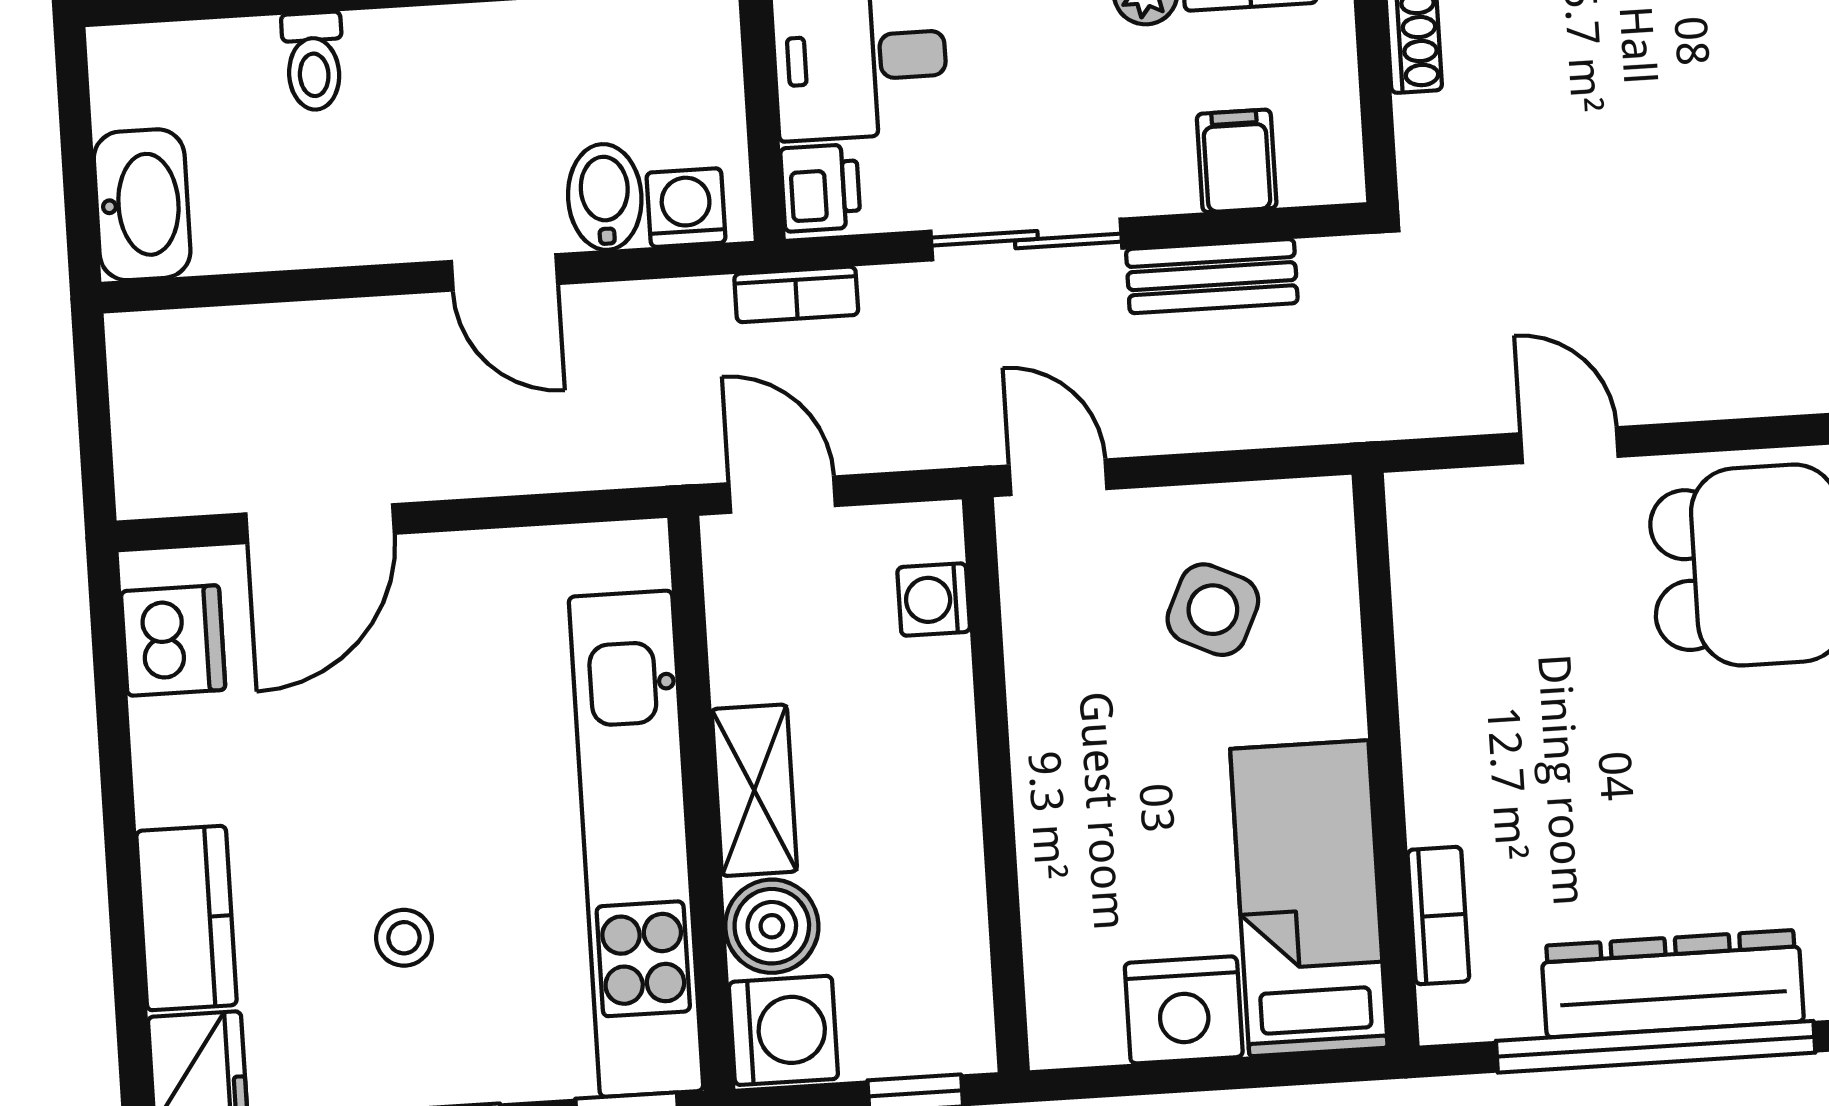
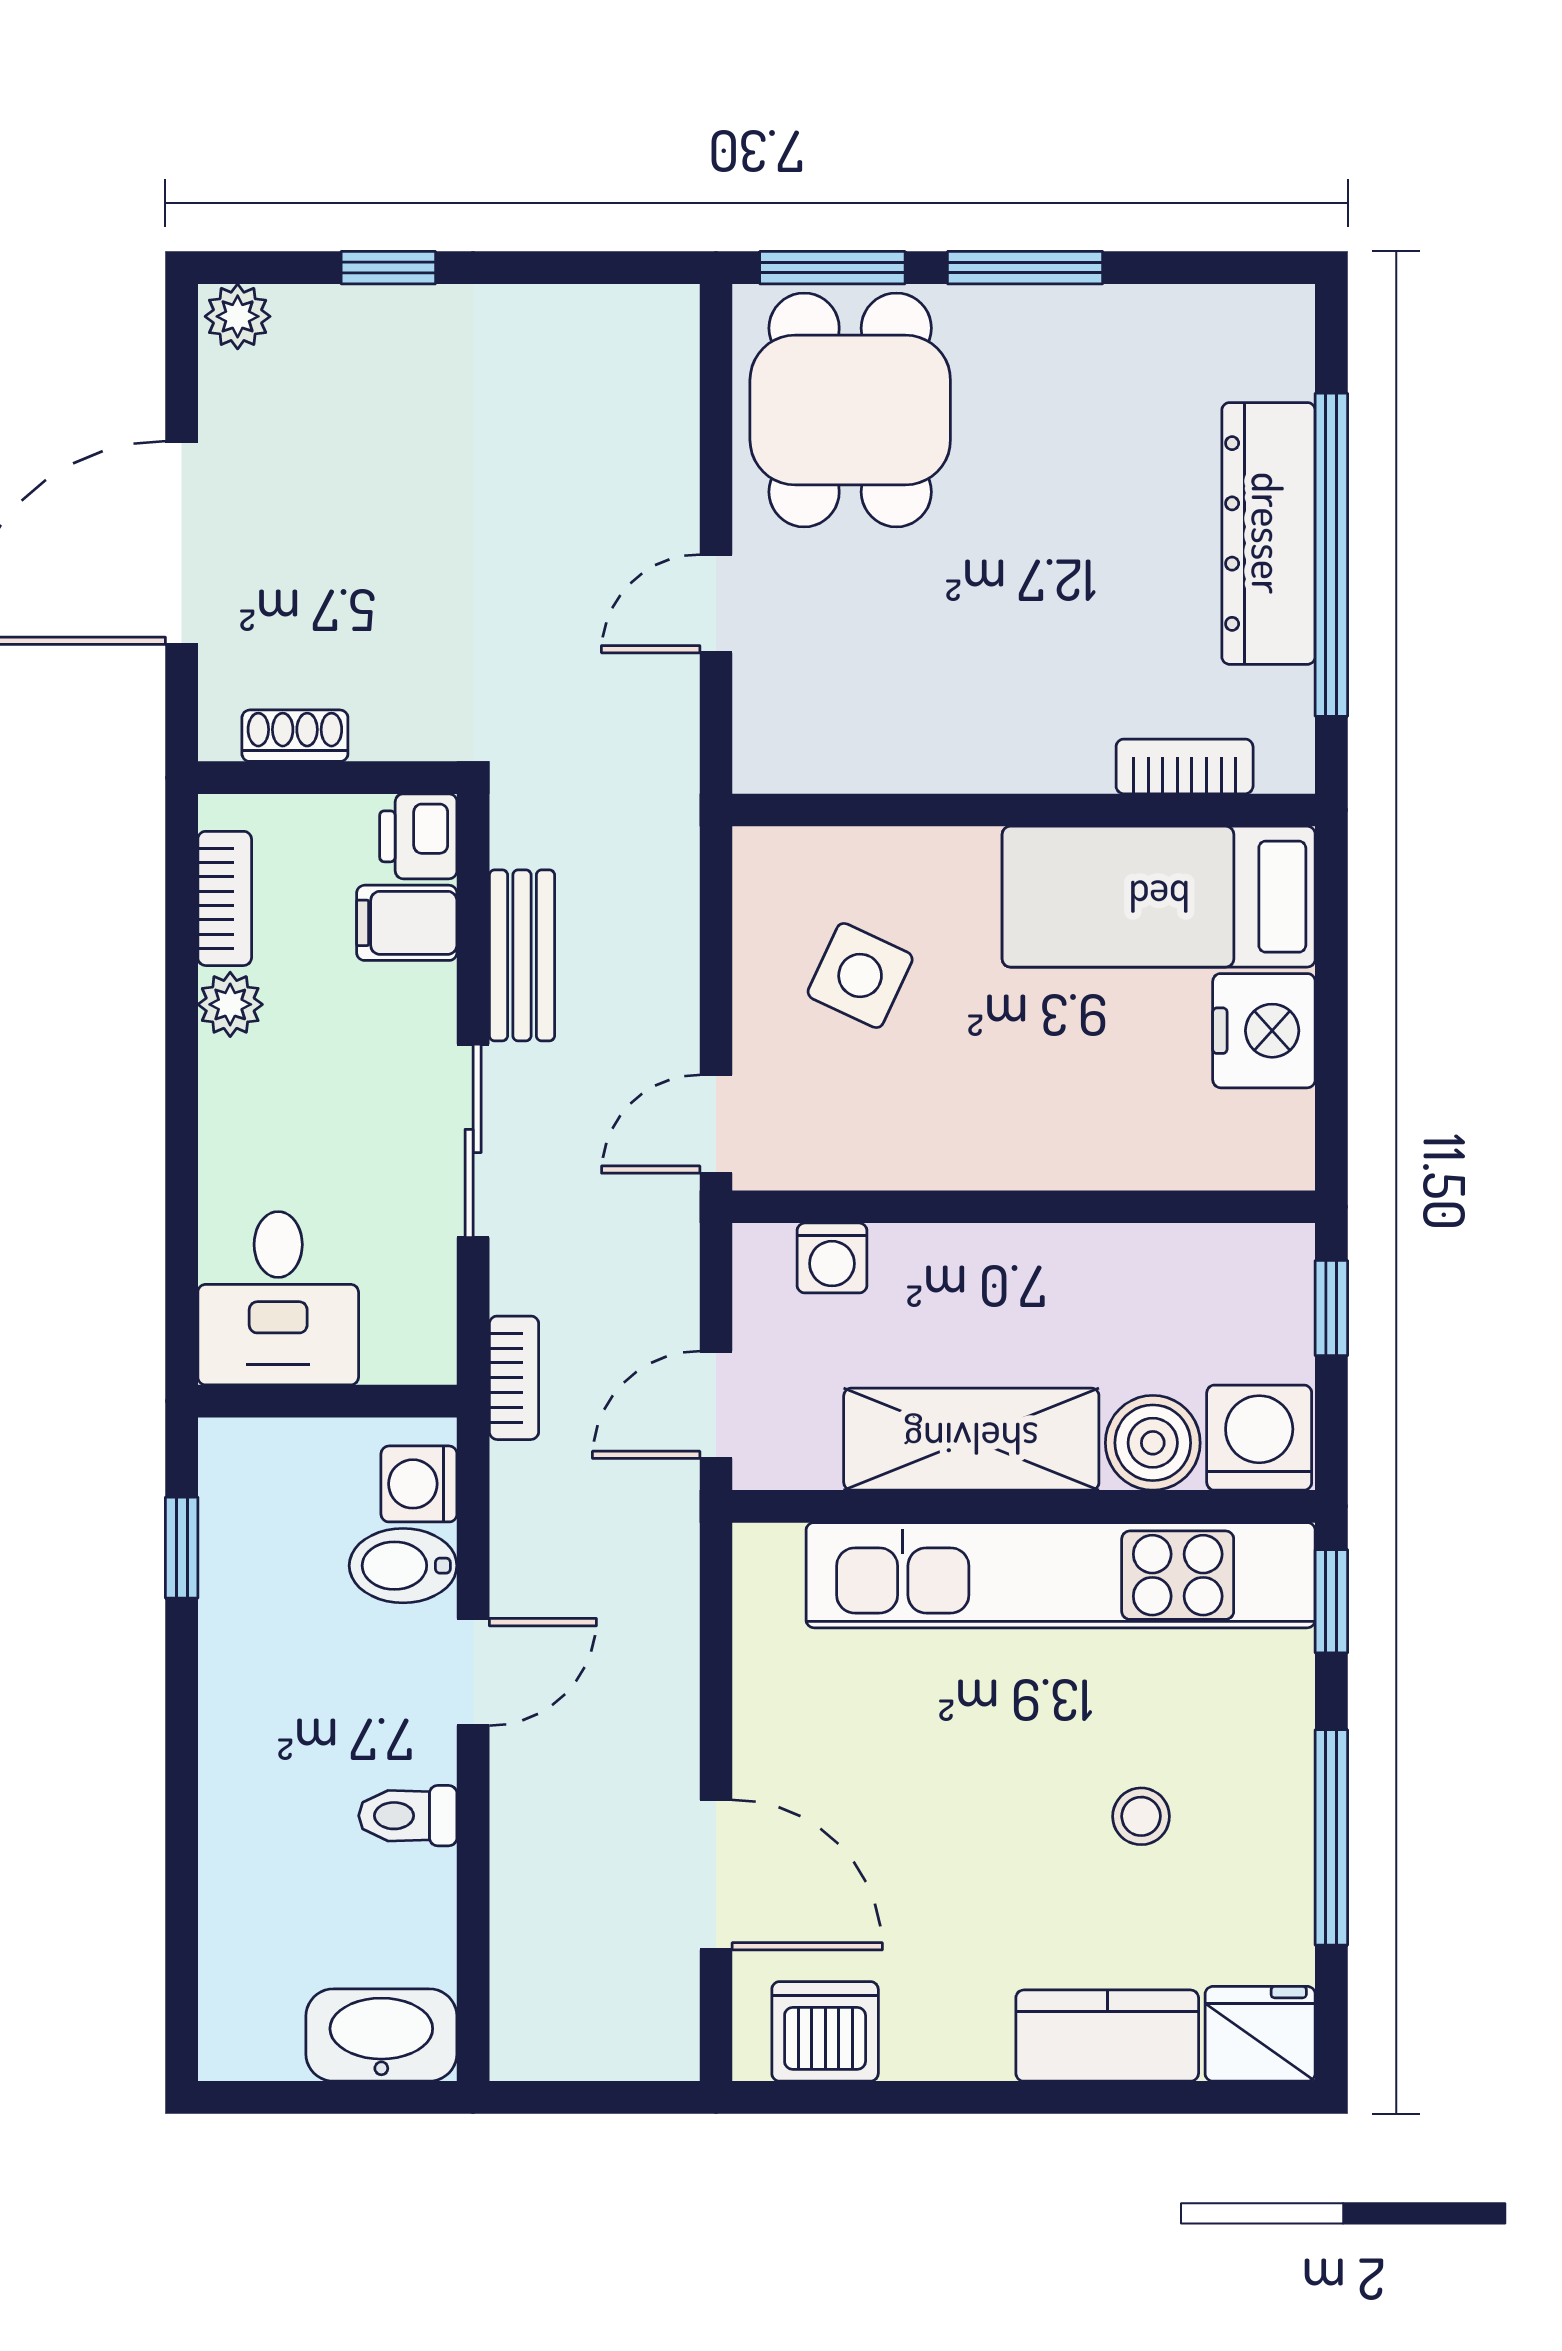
toilet: (313, 61) -> (408, 1816), moved, turned 180
printer: (821, 188) -> (418, 836), moved, turned -90
shelving: (754, 790) -> (971, 1439), width x1.50, depth x1.33

